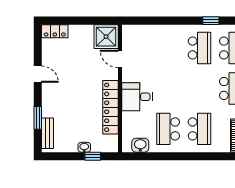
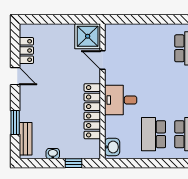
locker: (55, 31) -> (26, 51), moved, turned -90
washbasin: (140, 145) -> (112, 147), moved, turned 90
washbasin: (84, 147) -> (53, 154), moved

